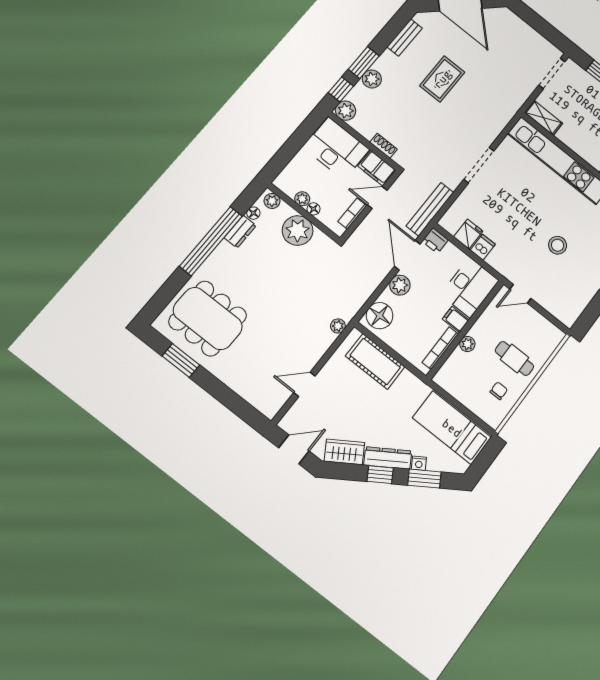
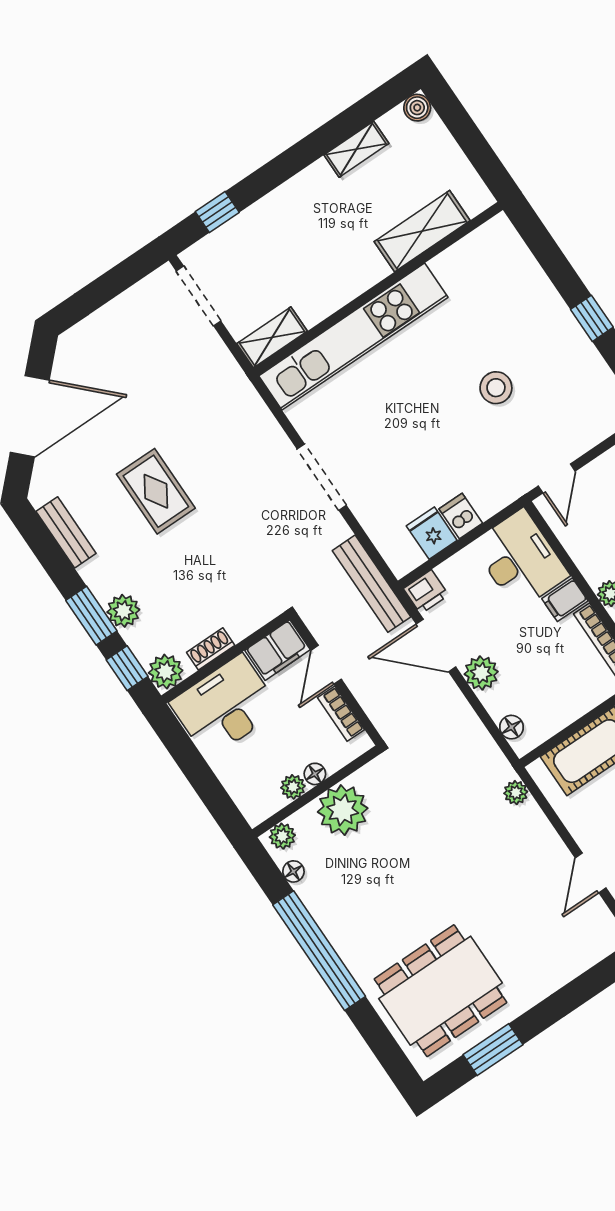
shoe rack: (384, 146) -> (211, 649), moved
dresser: (240, 232) -> (317, 901), removed
floor lamp: (380, 316) -> (512, 727), width x0.53, depth x0.53

